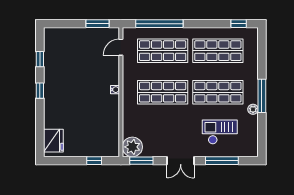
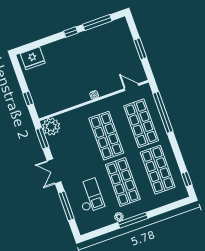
window: (97, 24) -> (140, 49), moved
window: (40, 59) -> (97, 23), width x2.17

